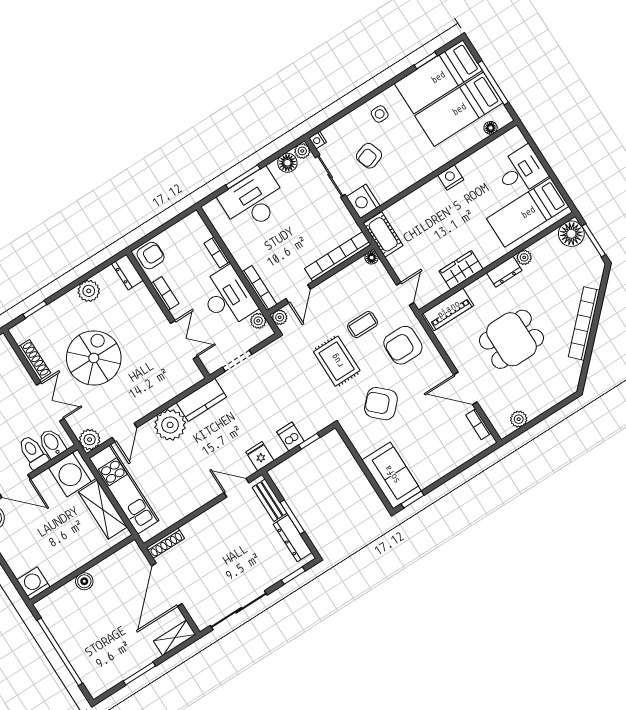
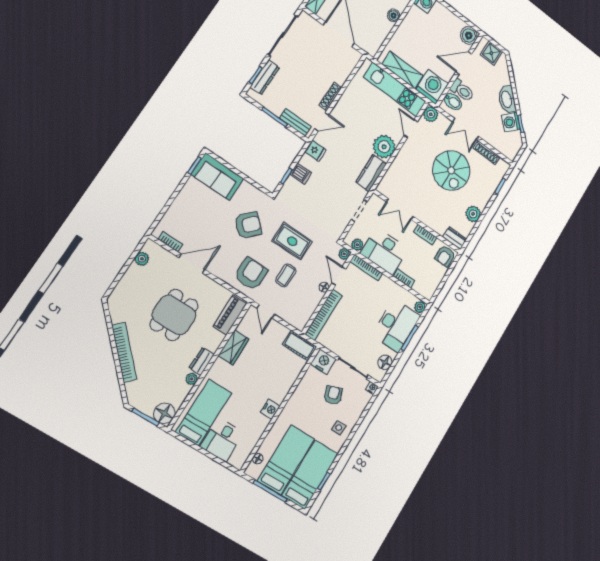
plant: (302, 151) -> (420, 307), moved
floor lamp: (372, 258) -> (324, 287), moved
dresser: (293, 538) -> (265, 77), moved, turned 90
shoe rack: (165, 543) -> (330, 96), moved

